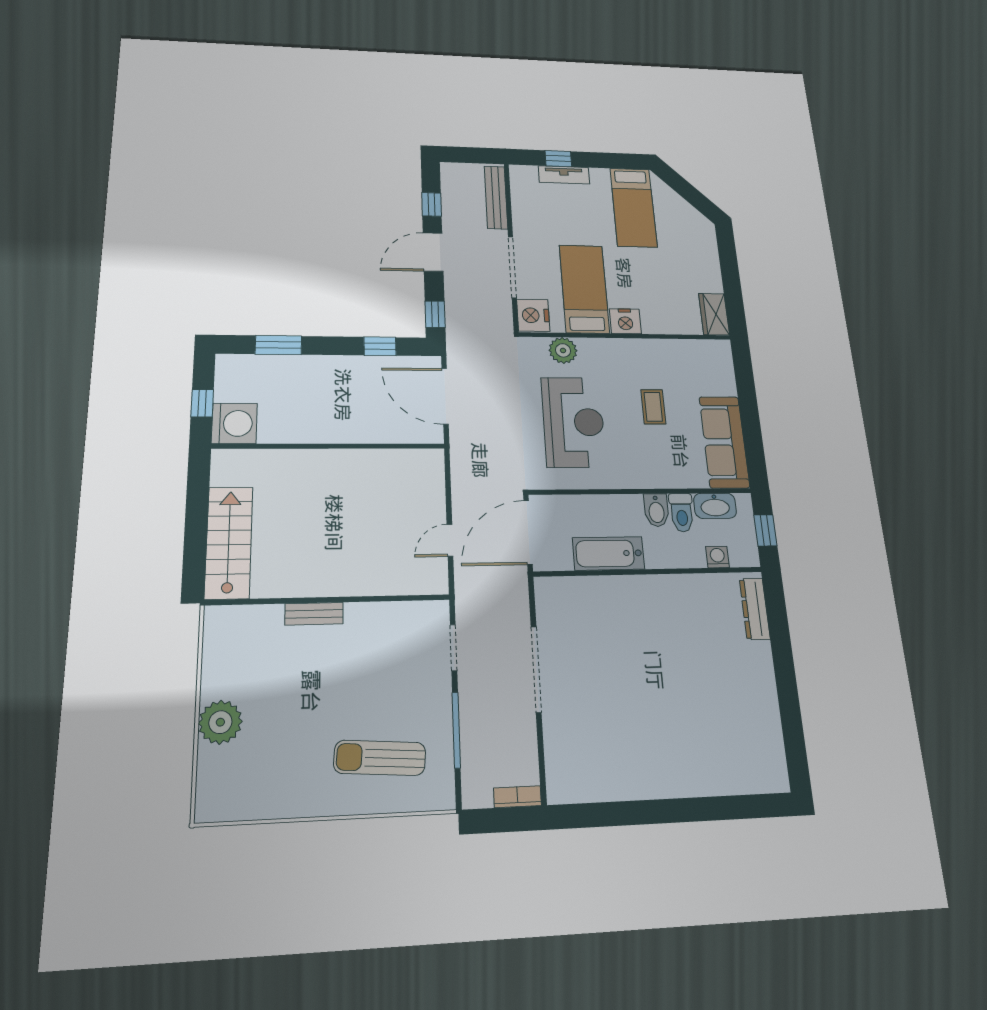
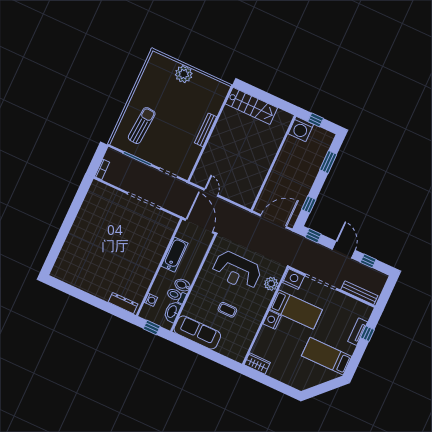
bench: (314, 614) -> (206, 130), width x1.36

